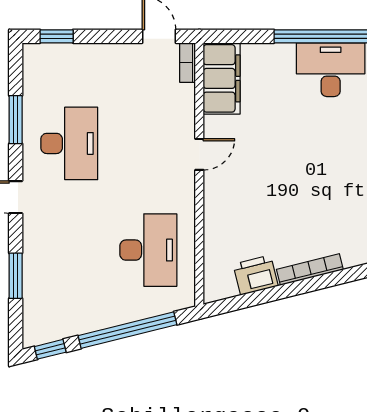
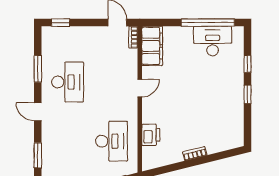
bookcase: (310, 270) -> (195, 154), width x0.64
printer: (256, 275) -> (151, 135), moved, turned 104

